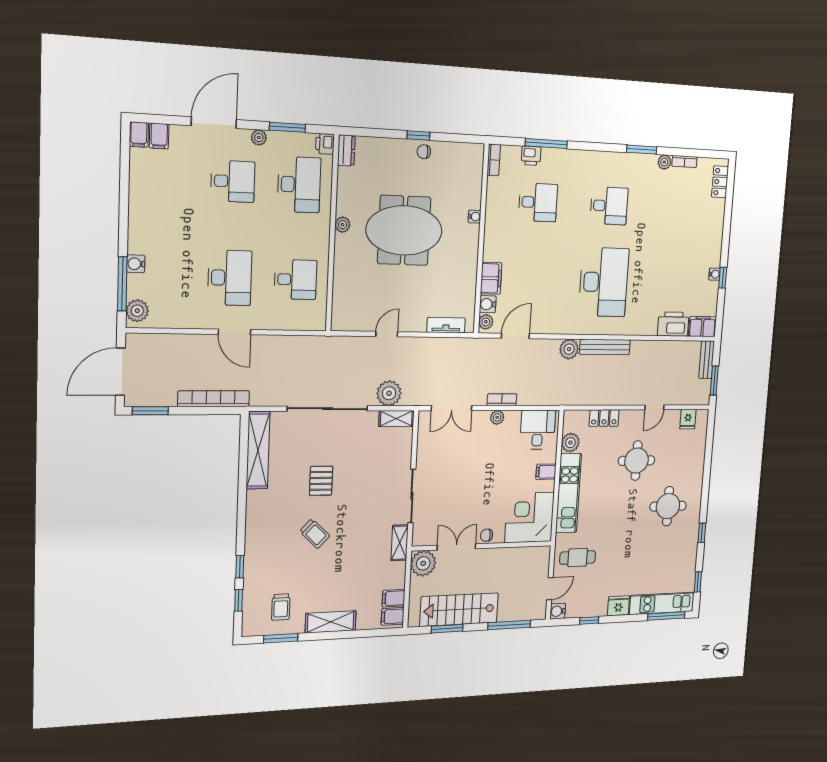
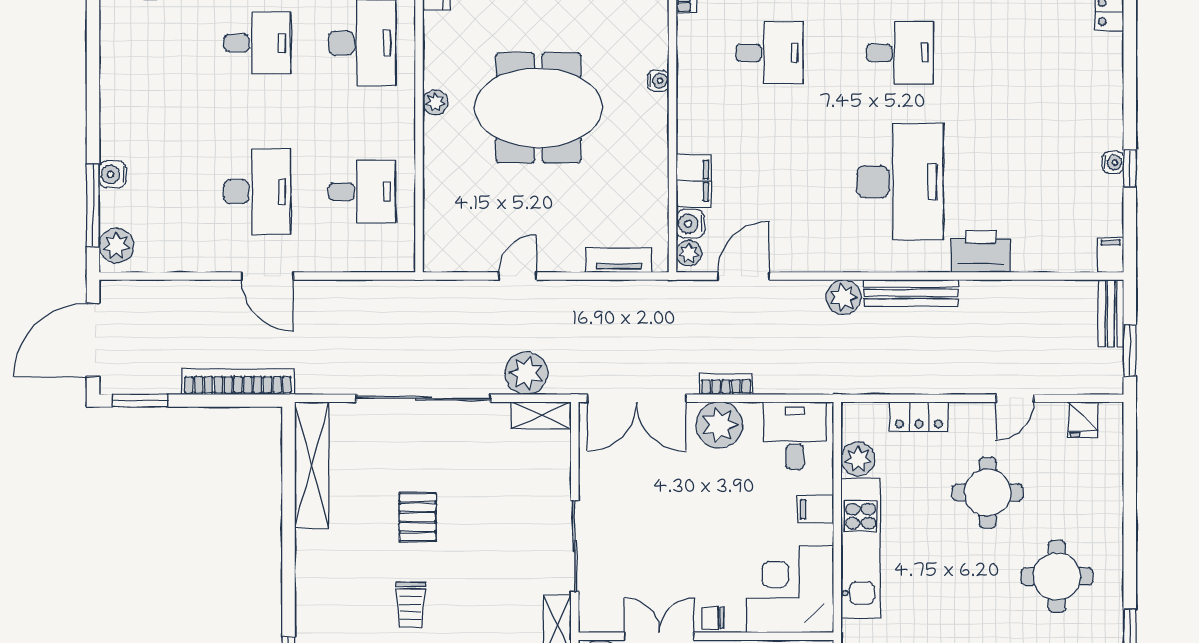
printer: (673, 324) -> (981, 251), moved
filing cabinet: (702, 327) -> (1111, 255), width x0.50
double door: (452, 408) -> (637, 398), width x1.37
plant: (497, 417) -> (719, 425), width x1.88, depth x1.88
trolley: (315, 534) -> (411, 605), turned 46

